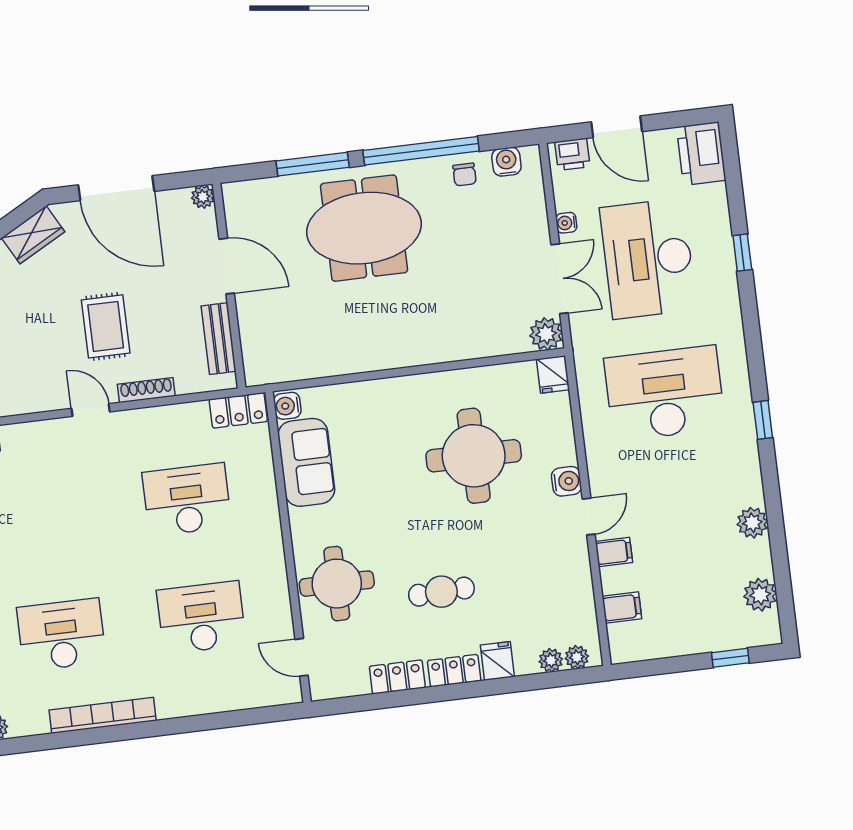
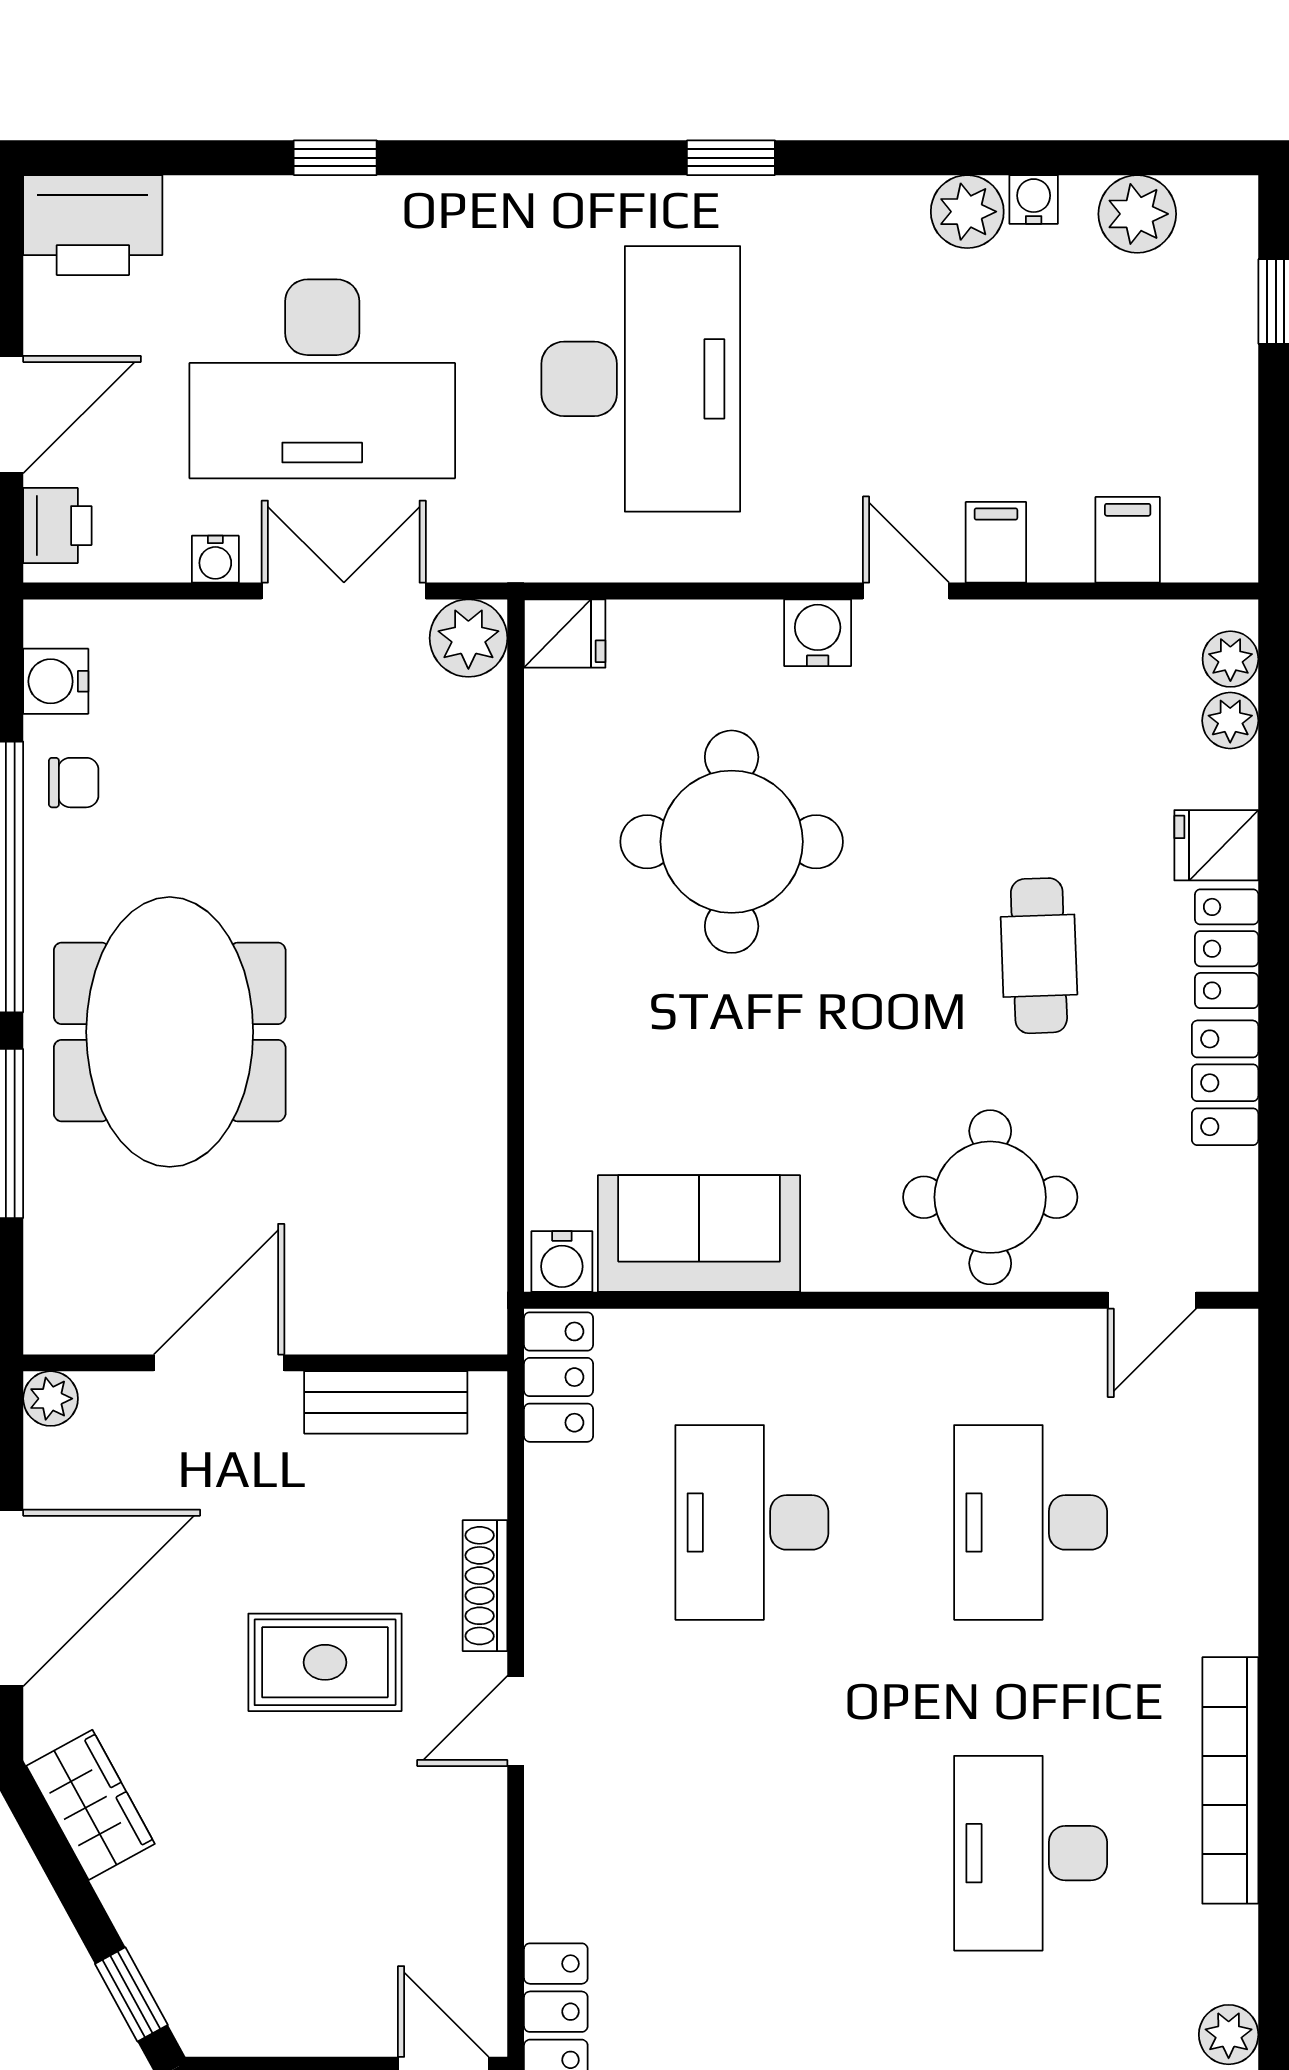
desk: (665, 393) -> (641, 379), turned 180
water cooler: (761, 550) -> (1034, 199), added

